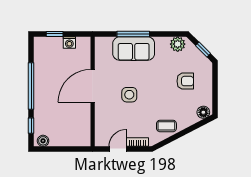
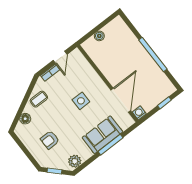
washing machine: (69, 42) -> (139, 113), moved
door: (93, 86) -> (121, 100), moved
floor lamp: (203, 112) -> (25, 119), moved
window: (31, 126) -> (132, 27), removed
boiler: (43, 141) -> (99, 36), moved

